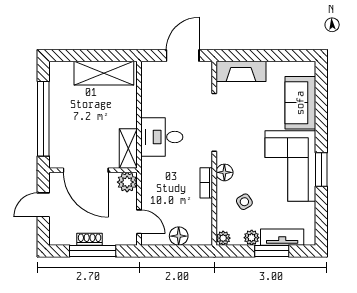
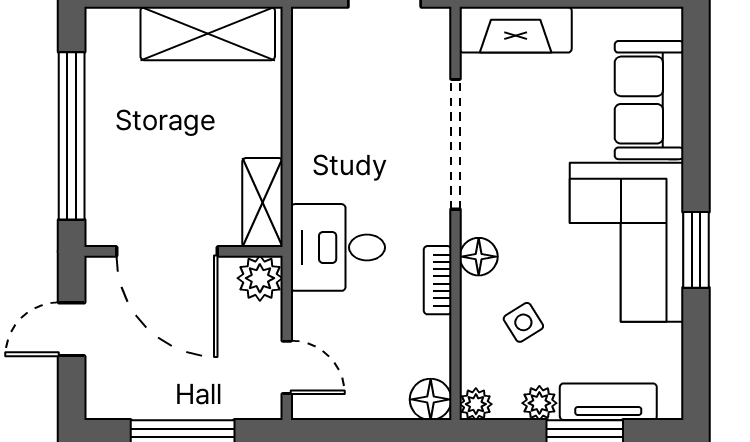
desk: (162, 137) -> (338, 247), moved
floor lamp: (179, 236) -> (431, 399), moved
shoe rack: (90, 239) -> (176, 406), removed

